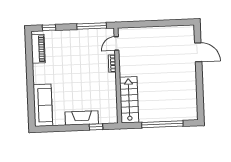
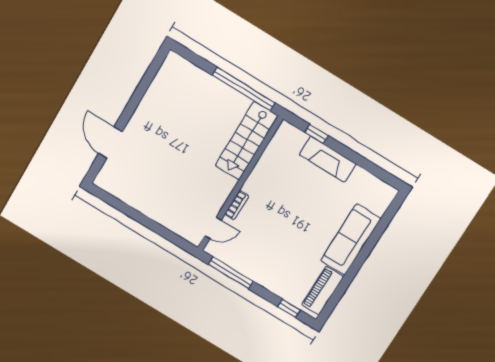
sofa: (43, 105) -> (351, 240), moved
window: (162, 124) -> (244, 89), moved

